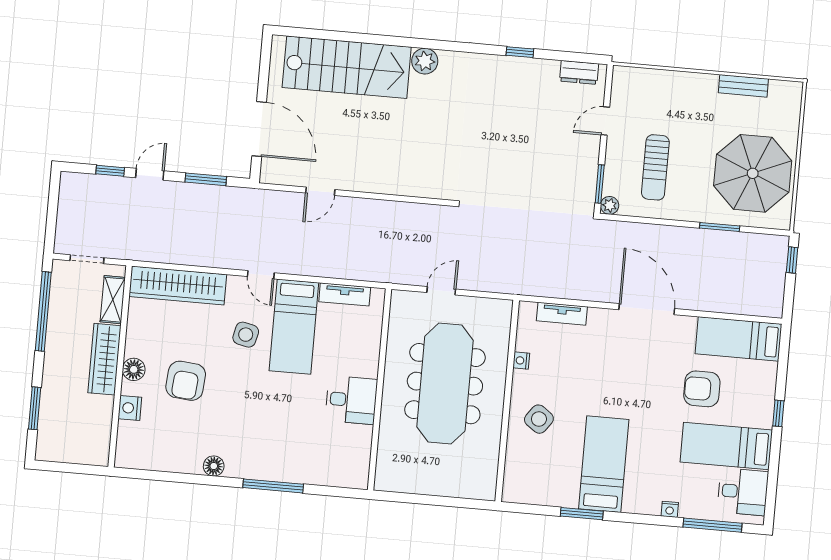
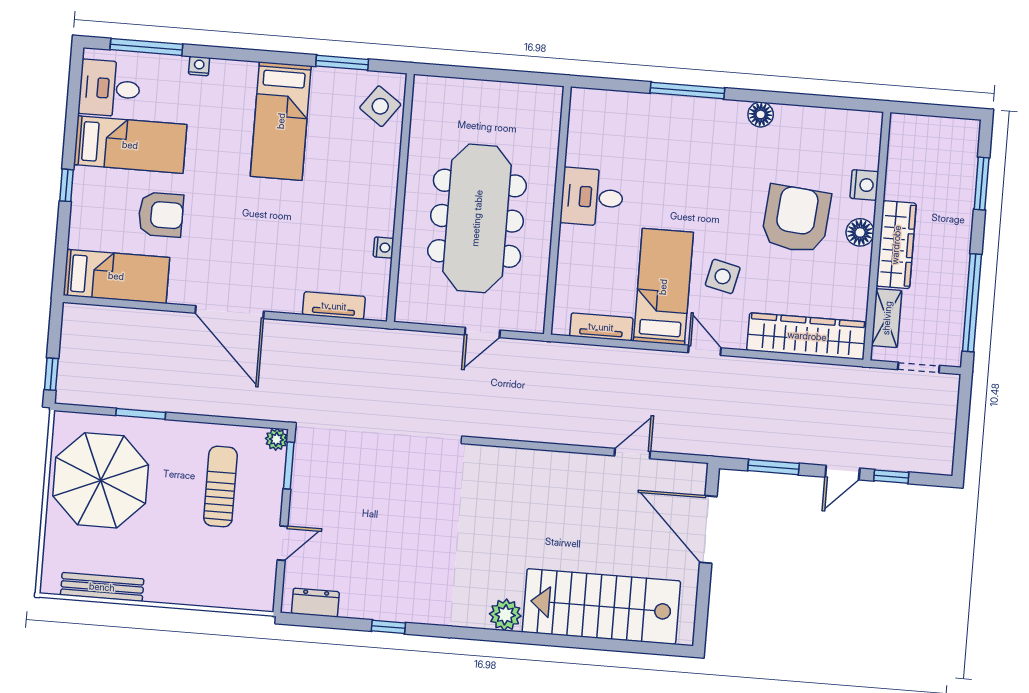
bench: (743, 86) -> (102, 587), width x1.36
armchair: (186, 381) -> (796, 219), width x1.36, depth x1.36
side table: (539, 419) -> (380, 106), moved
window: (582, 514) -> (342, 63), moved

